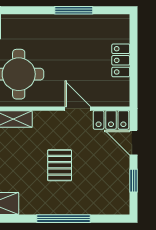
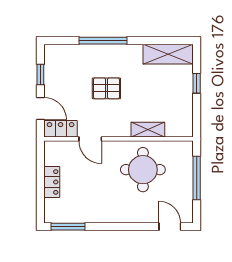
window: (74, 10) -> (68, 227), moved
pallet: (60, 165) -> (106, 88), turned 90

